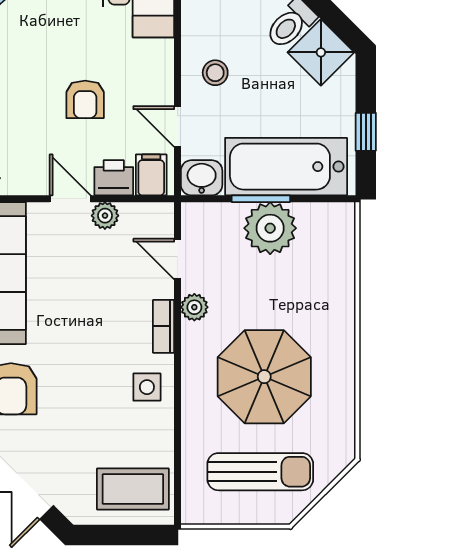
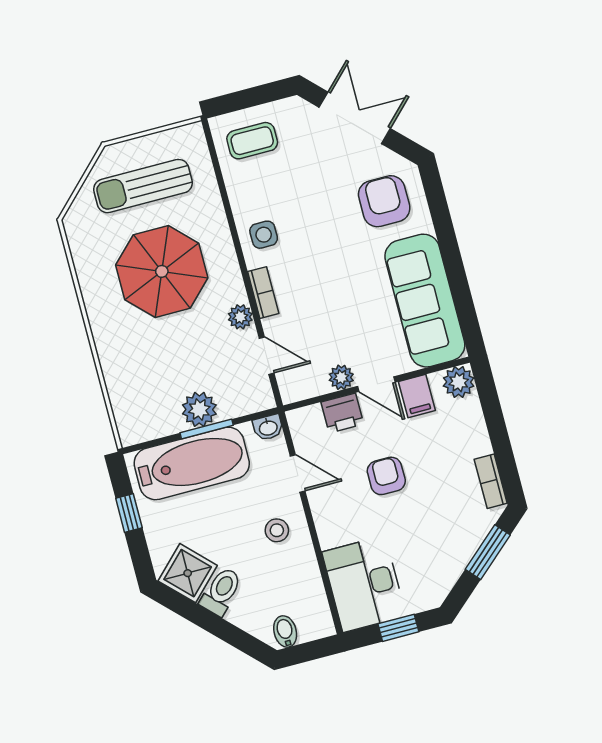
filing cabinet: (151, 175) -> (417, 396), moved
washbasin: (202, 178) -> (268, 427), width x0.72, depth x0.69
plant: (270, 228) -> (199, 409), width x0.73, depth x0.73
coffee table: (133, 489) -> (252, 141), width x0.73, depth x0.77

